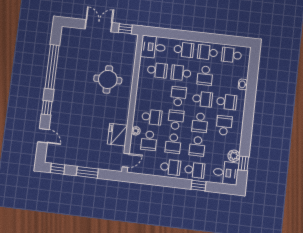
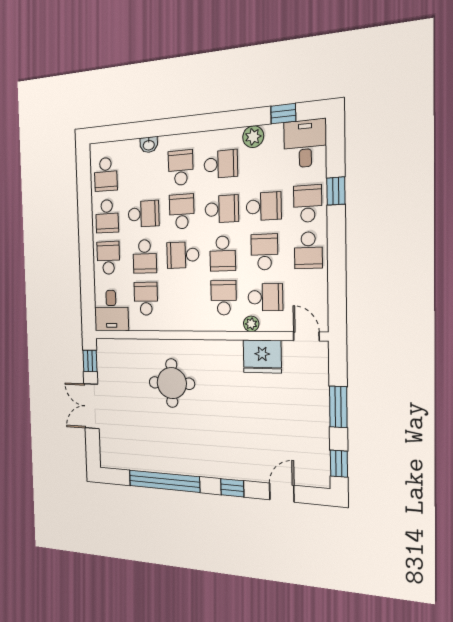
school desk: (176, 120) -> (223, 254), turned -90
school desk: (224, 125) -> (221, 164), turned 180
school desk: (173, 143) -> (264, 252), turned -90
plant: (234, 156) -> (253, 137), moved
school desk: (170, 167) -> (308, 250), turned 180

